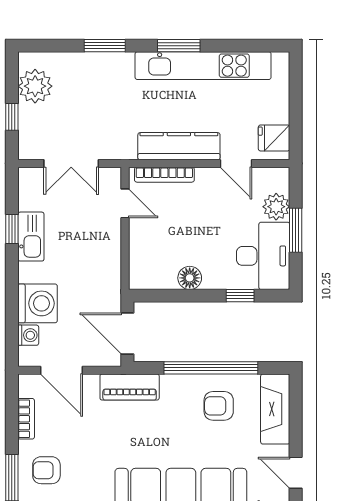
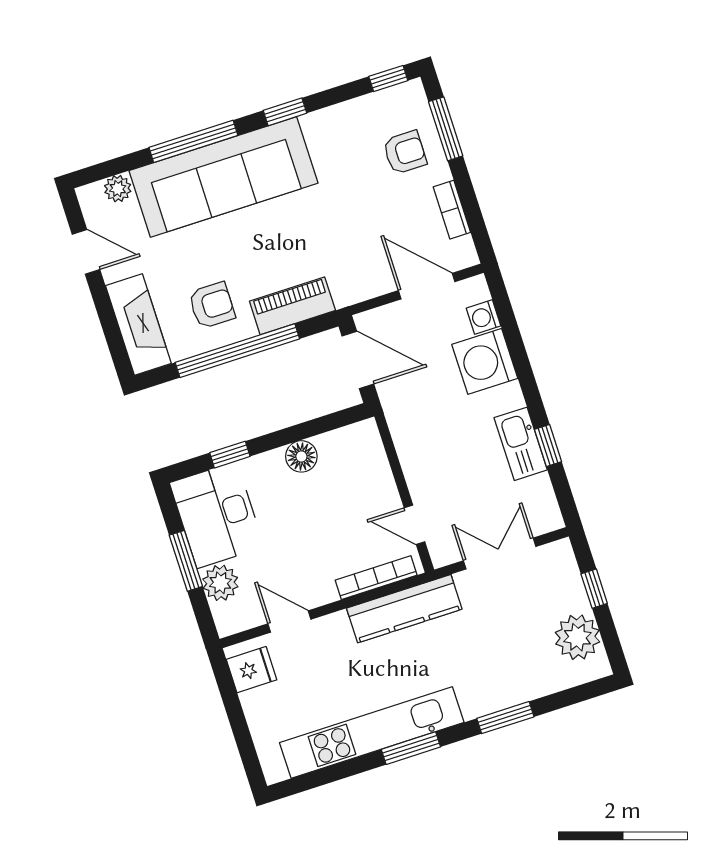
kitchen counter: (179, 146) -> (404, 609), moved
piano: (130, 387) -> (292, 306), moved

